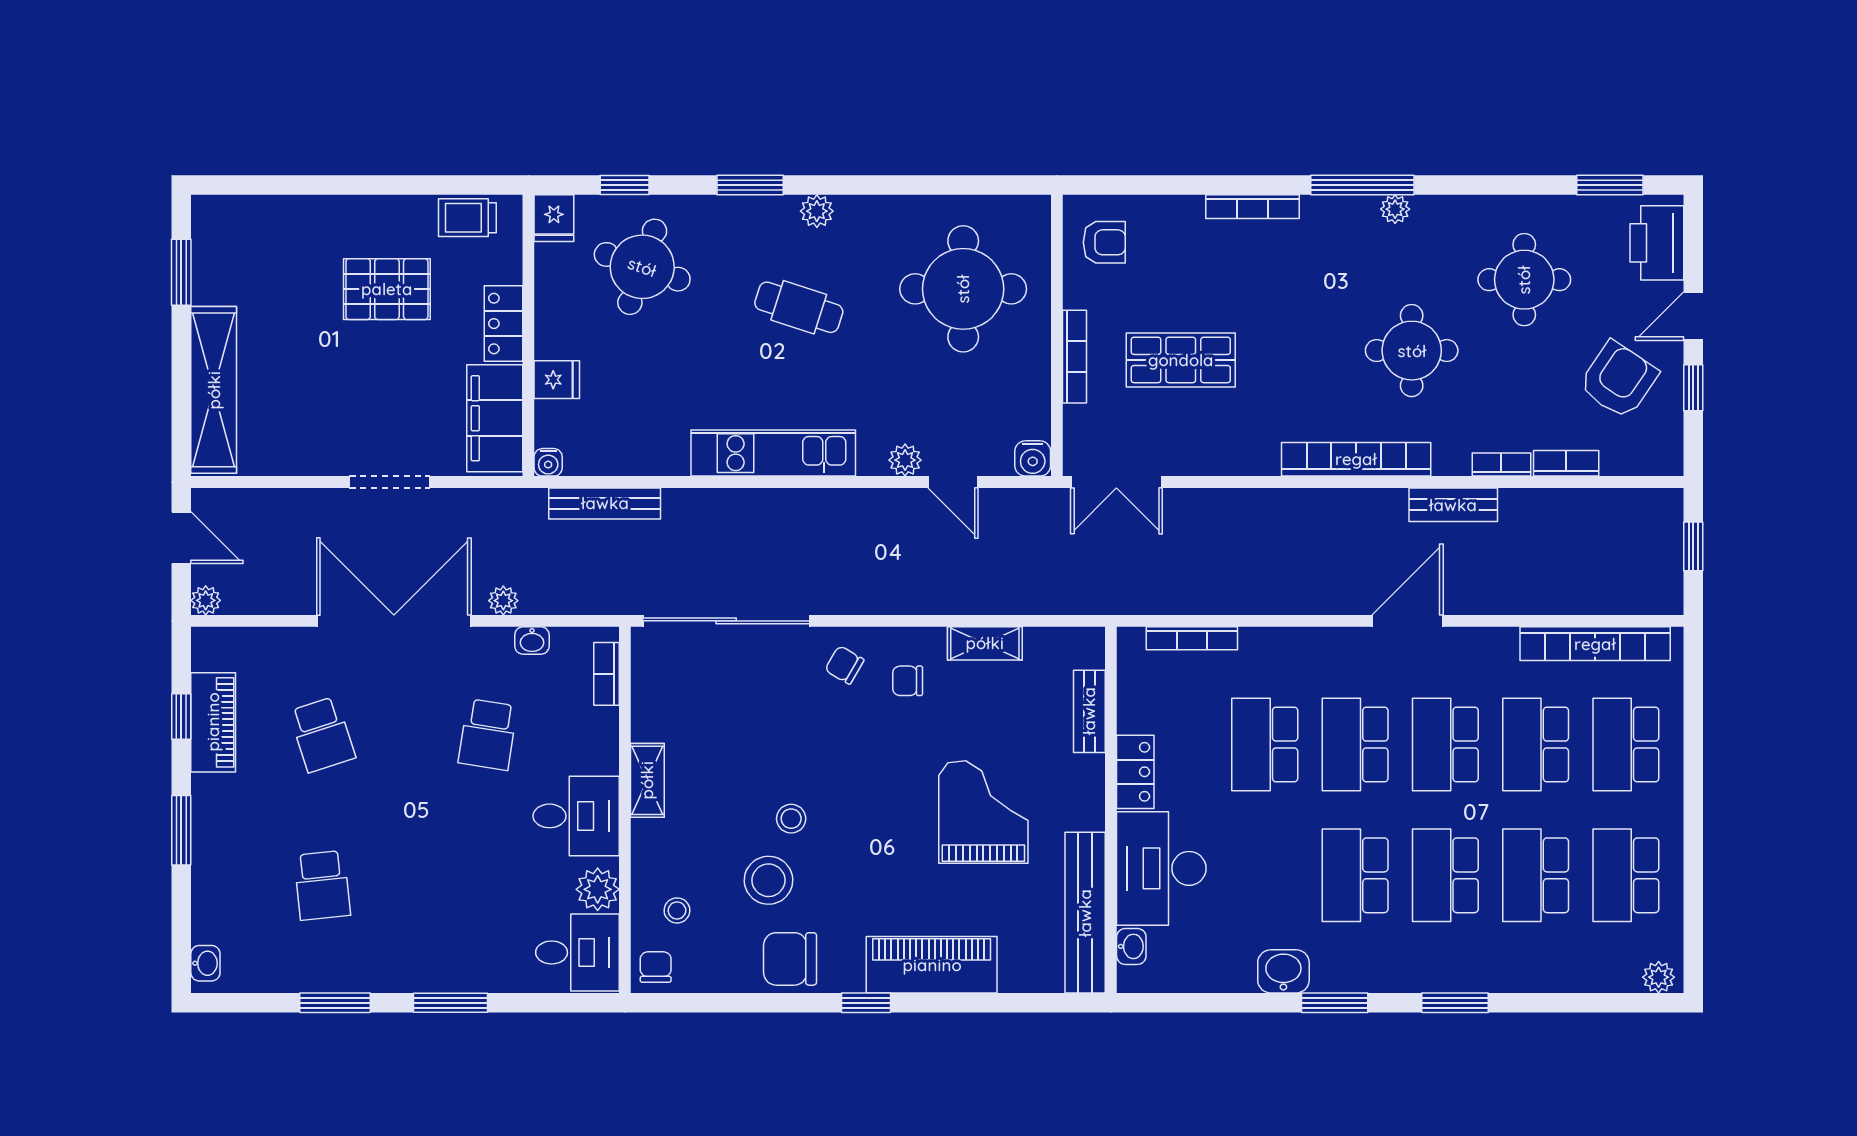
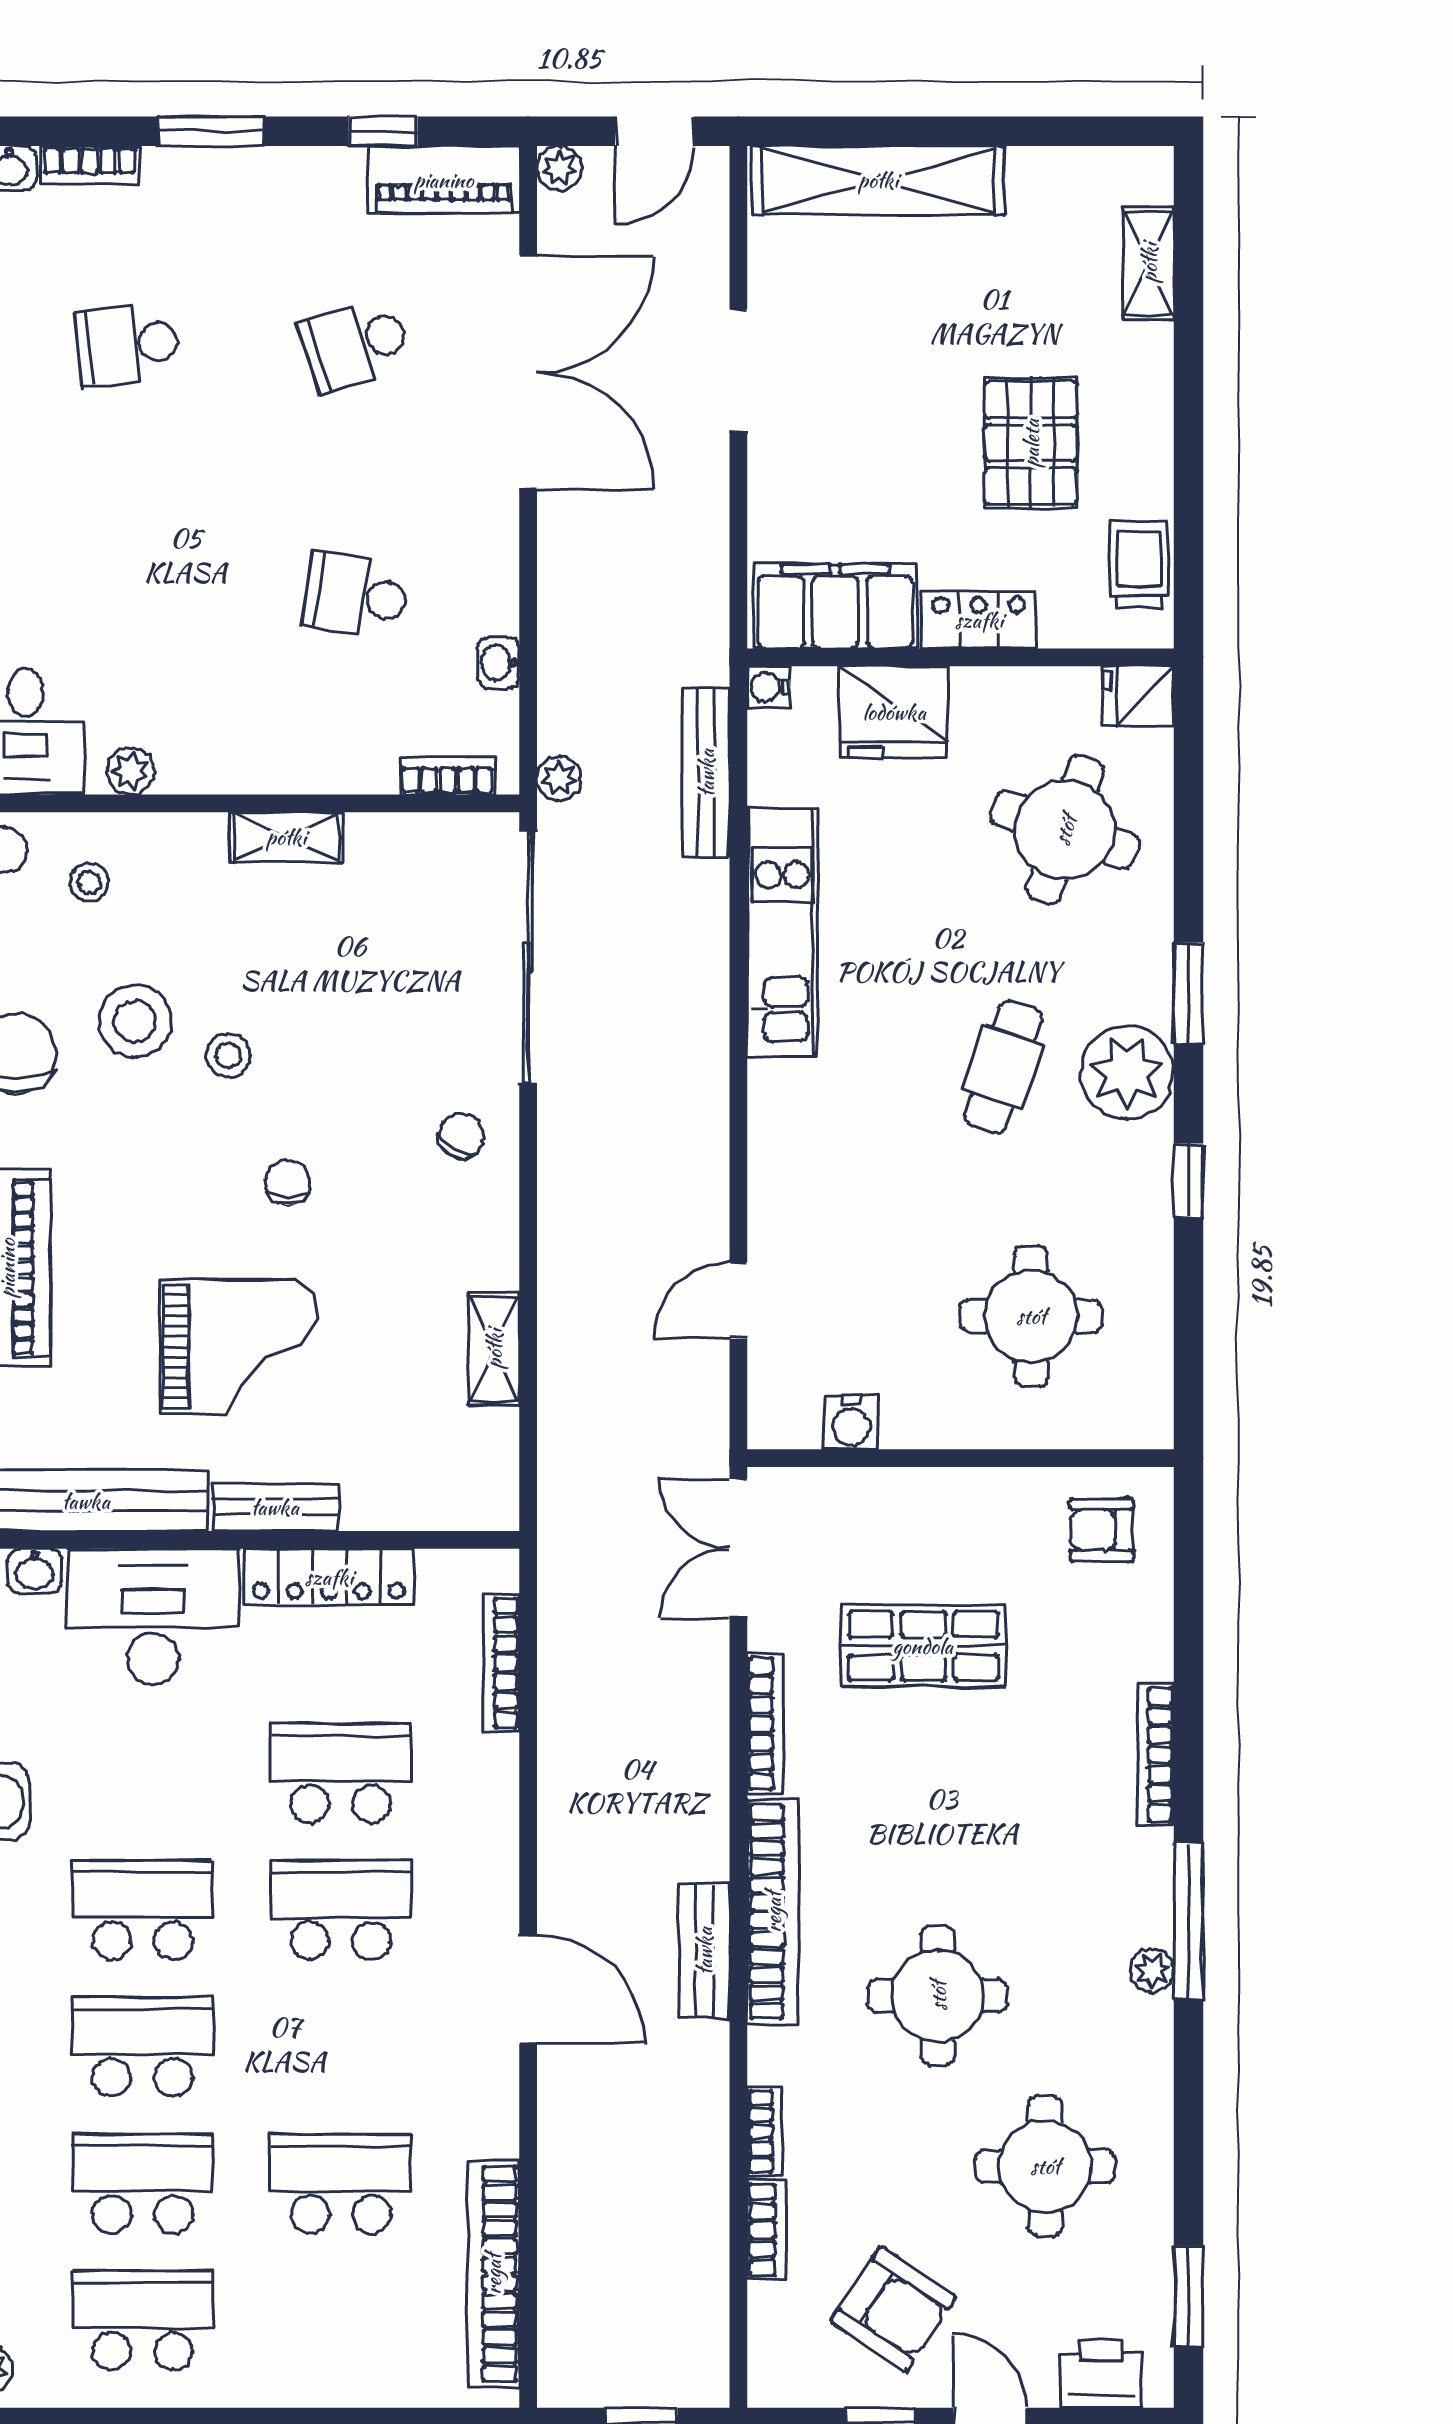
window: (625, 185) -> (1189, 1180), moved
shelving: (269, 211) -> (1149, 263), added
plant: (817, 211) -> (1127, 1072), width x1.88, depth x1.88
armchair: (1104, 242) -> (1102, 1530), turned 90
printer: (1657, 243) -> (1101, 2374), width x0.73, depth x0.84
window: (181, 272) -> (1056, 131), removed
round table: (963, 289) -> (1031, 1316), width x0.73, depth x0.73
bookcase: (1075, 357) -> (765, 1724), moved, turned -90
shop shelf: (1181, 360) -> (923, 1646), turned 90
fridge: (557, 380) -> (894, 712), width x1.88, depth x1.34
kitchen unit: (773, 453) -> (782, 932), moved
water cooler: (1033, 458) -> (851, 1422), moved, turned -90
plant: (905, 460) -> (772, 1228), removed
doorway: (390, 482) -> (738, 371), moved
bench: (1453, 505) -> (704, 1951), moved
plant: (503, 601) -> (559, 778), moved
double door: (394, 621) -> (528, 372), moved
chair: (908, 681) -> (287, 1182), moved
bench: (1089, 711) -> (275, 1507), moved
piano: (213, 722) -> (444, 180), moved
school desk: (1445, 744) -> (341, 2047), removed
school desk: (1626, 744) -> (341, 2320), removed
locker: (1135, 772) -> (329, 1577), width x1.53
desk: (576, 816) -> (232, 730), removed
plant: (598, 889) -> (130, 771), width x0.73, depth x0.73
bookcase: (204, 910) -> (90, 165), added

